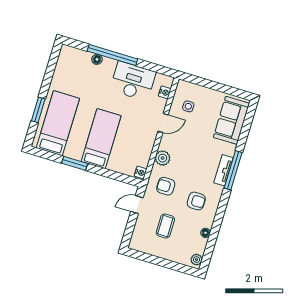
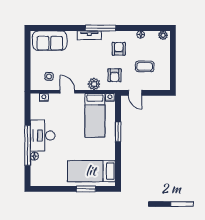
desk: (133, 81) -> (43, 135), moved
bed: (101, 139) -> (95, 115), moved, turned -90
window: (75, 163) -> (118, 132), moved
window: (233, 170) -> (100, 28), moved

